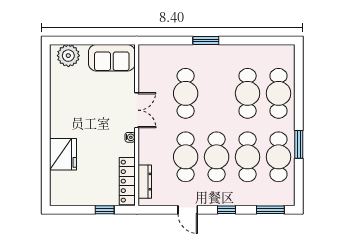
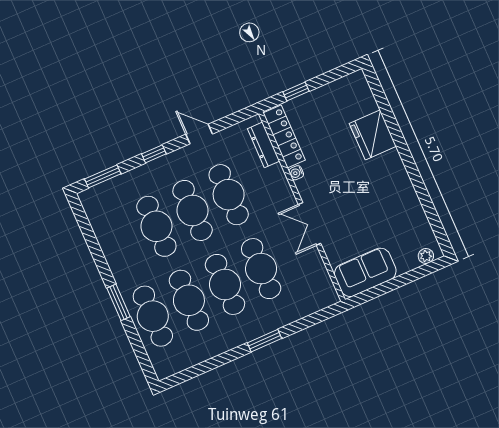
plant: (68, 56) -> (426, 256), width x0.53, depth x0.53
water cooler: (130, 137) -> (296, 173), moved
window: (299, 144) -> (119, 302), moved
cafe table: (278, 157) -> (225, 284), moved

